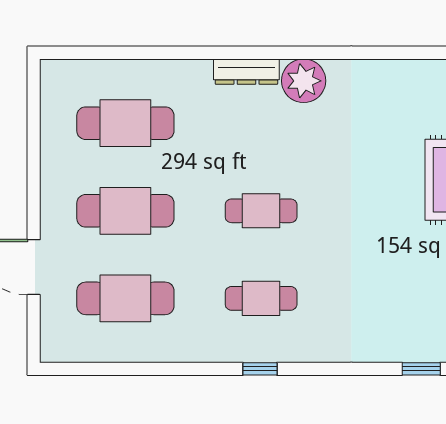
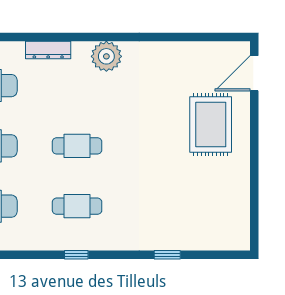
dresser: (246, 72) -> (48, 50), moved
window: (421, 369) -> (167, 255), moved

